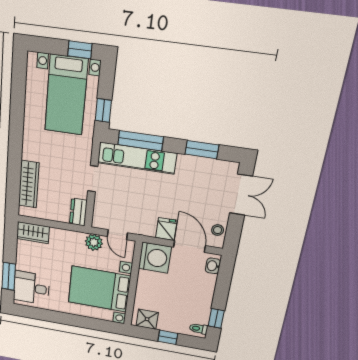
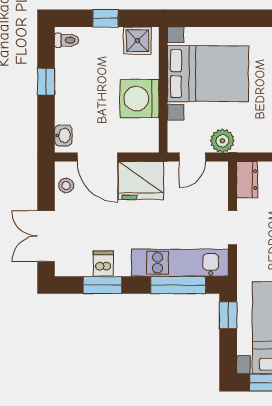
dishwasher: (198, 166) -> (103, 264), added
fridge: (166, 229) -> (141, 181), width x1.88, depth x1.34
door: (117, 235) -> (192, 157), swing flipped
washing machine: (155, 258) -> (139, 99), moved
window: (216, 318) -> (46, 82), moved

